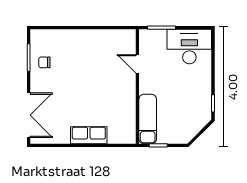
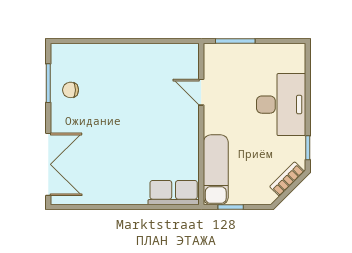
desk: (189, 47) -> (281, 105), moved, turned 90
bookcase: (198, 126) -> (287, 179), added
row of seats: (89, 135) -> (174, 193), moved

